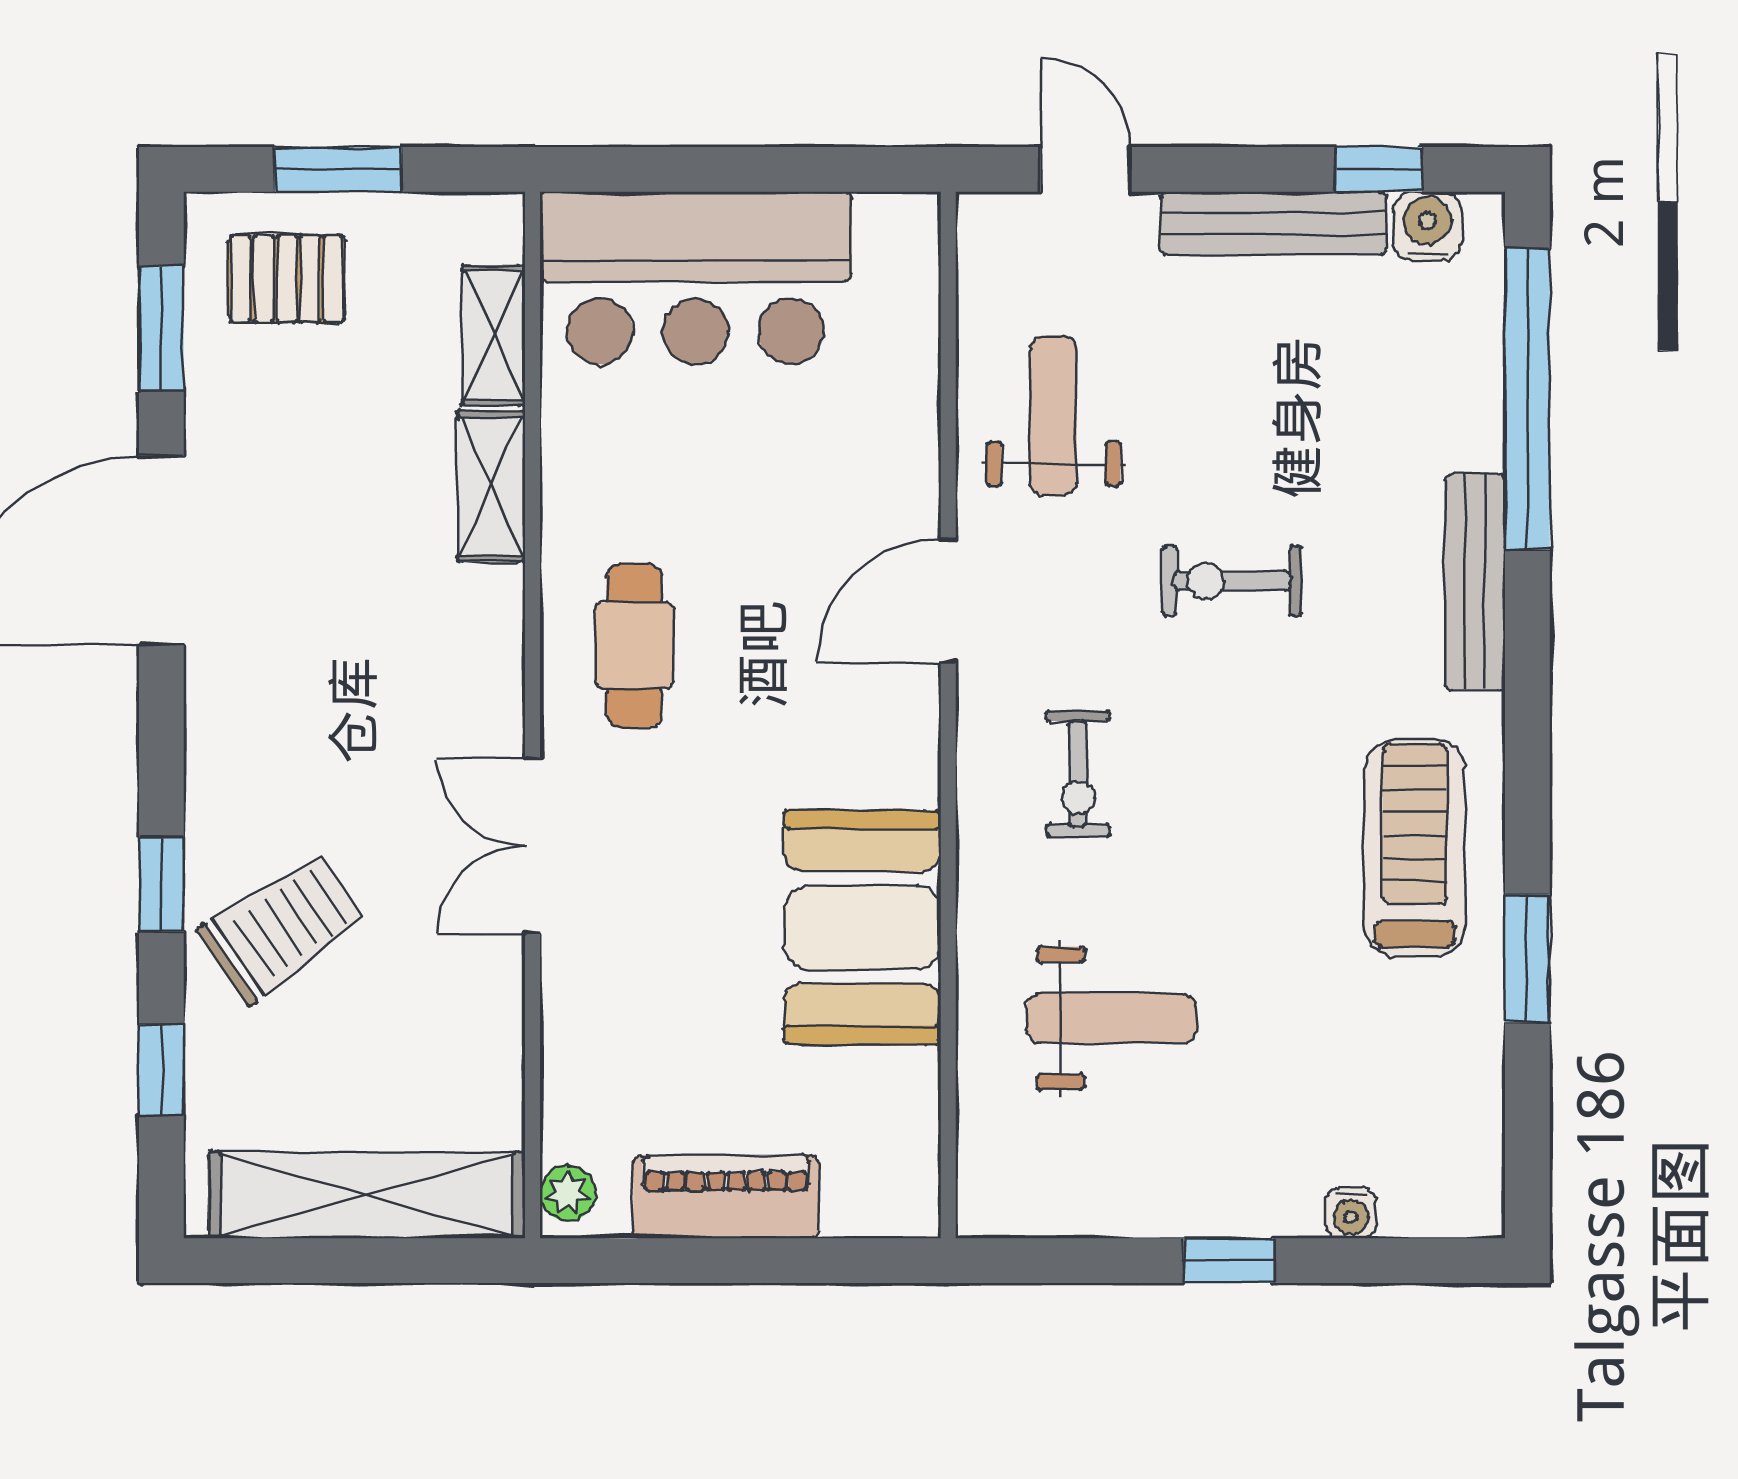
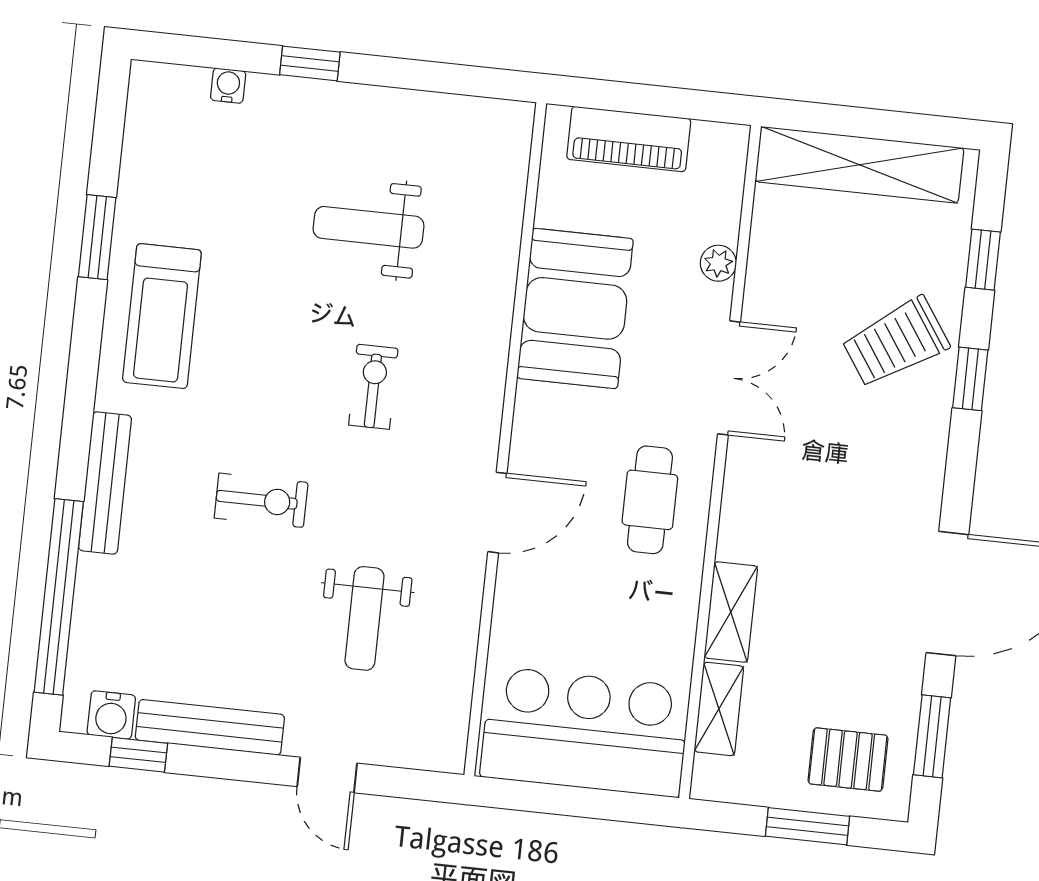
door: (948, 601) -> (497, 513), moved
wall: (948, 715) -> (505, 439), moved
booth: (862, 927) -> (575, 308), moved
plant: (568, 1193) -> (718, 263), moved

